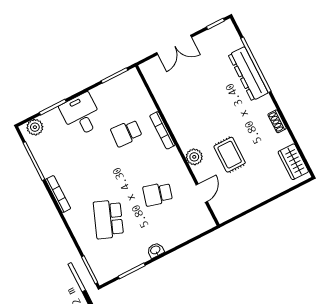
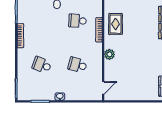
rug: (230, 155) -> (116, 24), moved
door: (202, 193) -> (103, 88), moved
school desk: (108, 219) -> (42, 65), width x0.54

